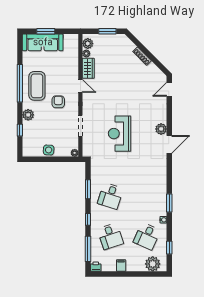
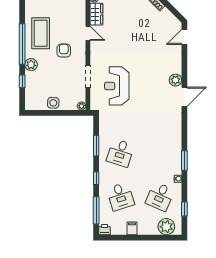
window: (20, 83) -> (22, 44), moved
reception desk: (120, 134) -> (117, 86), moved

